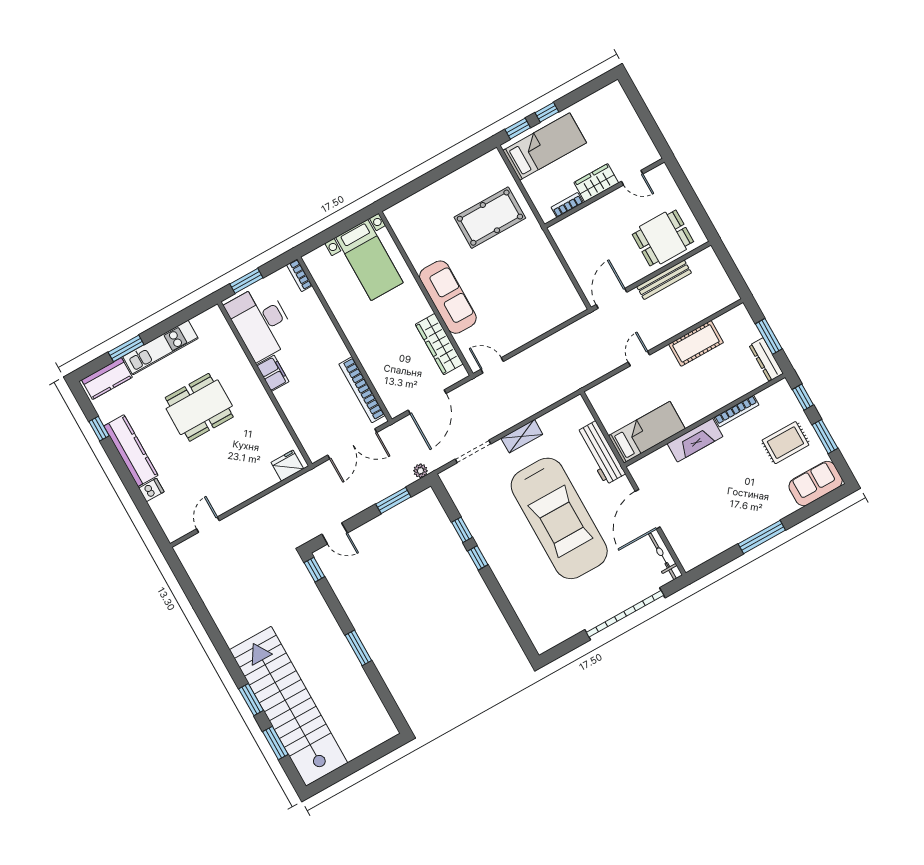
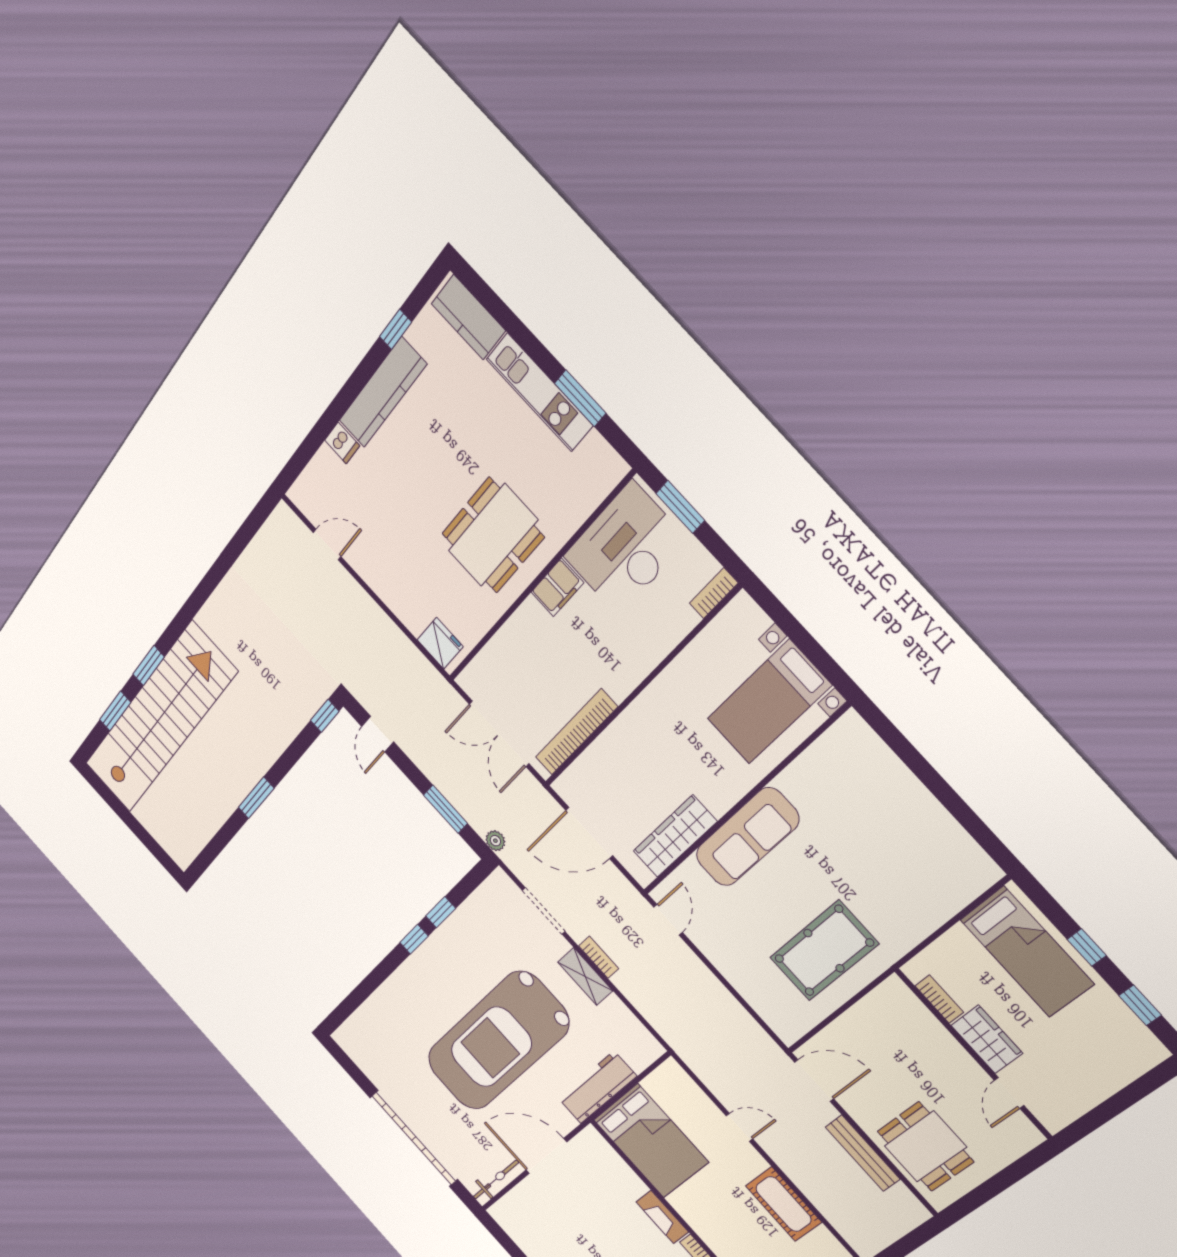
window: (518, 129) -> (1140, 1005), moved
pool table: (490, 218) -> (824, 951), moved, turned 90
window: (126, 348) -> (580, 398), moved
dining table: (199, 407) -> (493, 535), moved, turned 90
bookcase: (510, 422) -> (599, 957), added
bed: (647, 432) -> (651, 1141), width x1.50
fireplace: (695, 440) -> (662, 1217), width x0.73, depth x0.76

